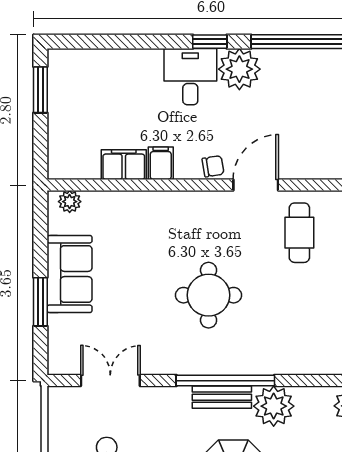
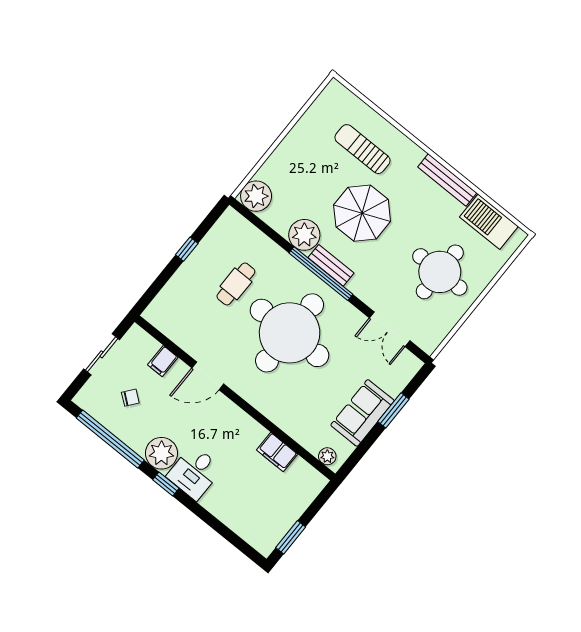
filing cabinet: (161, 163) -> (163, 361), moved
chair: (213, 166) -> (130, 398), moved, turned 137
cafe table: (299, 233) -> (236, 284), moved
round table: (209, 295) -> (290, 333), width x1.86, depth x1.86

